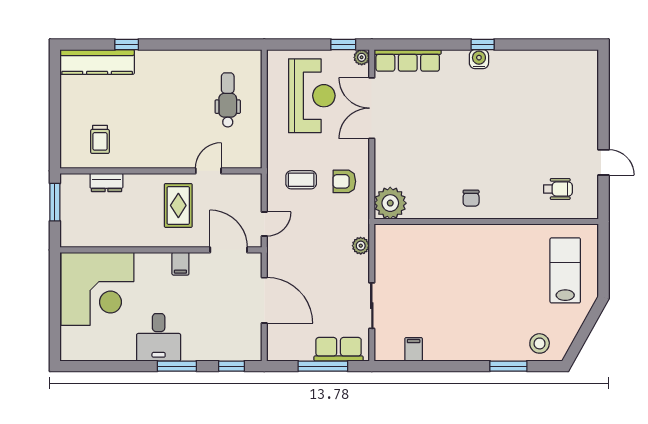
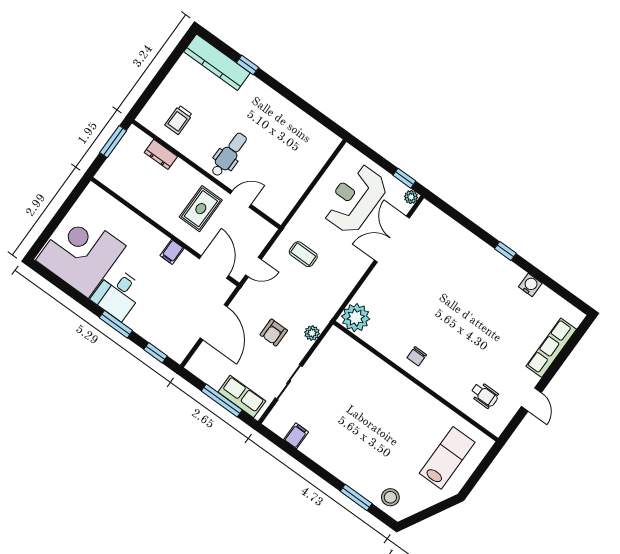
water cooler: (479, 59) -> (530, 285), moved
row of seats: (408, 60) -> (551, 348), moved, turned 90
reception desk: (312, 96) -> (355, 199), turned 180
dental chair: (228, 100) -> (229, 155), moved
armchair: (344, 181) -> (274, 333), moved, turned -90
corner desk: (97, 289) -> (81, 253), moved, turned 180

